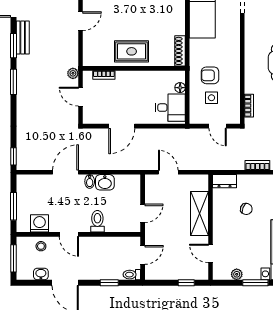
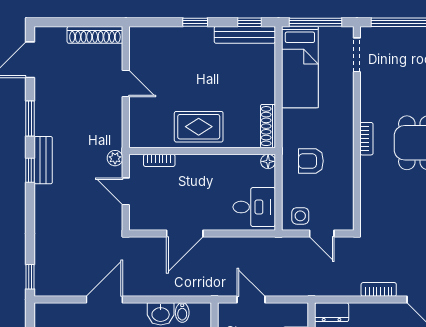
door: (81, 21) -> (126, 84), hinge flipped
bench: (23, 37) -> (43, 160), moved
window: (13, 82) -> (30, 170), width x0.67
floor lamp: (180, 88) -> (268, 161), moved
side table: (211, 98) -> (300, 216), moved
bookcase: (249, 106) -> (366, 139), moved
bidet: (90, 181) -> (182, 313), moved

